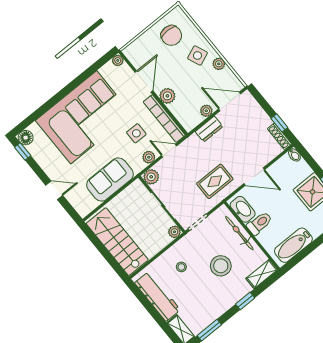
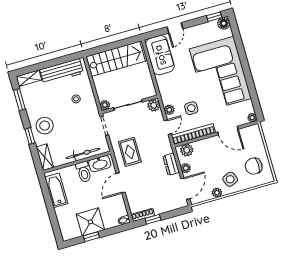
plant: (167, 96) -> (187, 150), moved
sofa: (110, 179) -> (160, 55), moved
stool: (221, 266) -> (45, 126), moved

